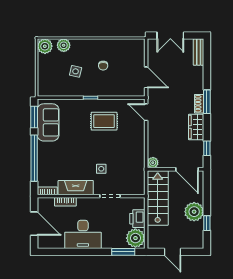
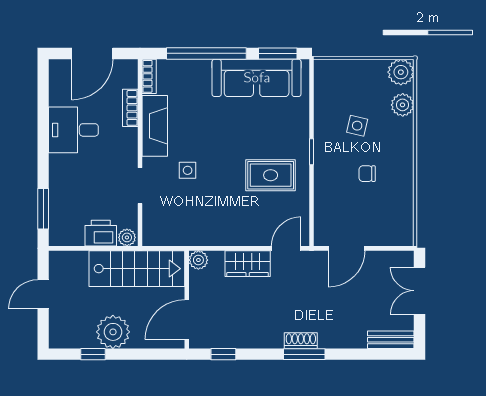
rug: (104, 121) -> (271, 175), turned 90
sofa: (48, 122) -> (257, 78), width x1.36
wardrobe: (196, 127) -> (248, 264), moved, turned 180
desk: (83, 234) -> (73, 130), width x0.73
plant: (135, 238) -> (127, 237), moved, width x0.53, depth x0.53

